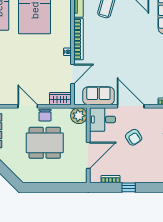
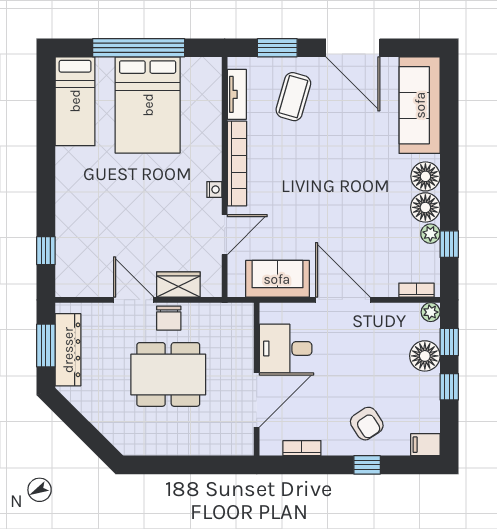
wardrobe: (60, 99) -> (178, 285), moved
plant: (79, 116) -> (238, 319), removed
desk: (102, 119) -> (286, 348), moved
armchair: (134, 137) -> (367, 424), moved
window: (129, 187) -> (367, 465), moved

